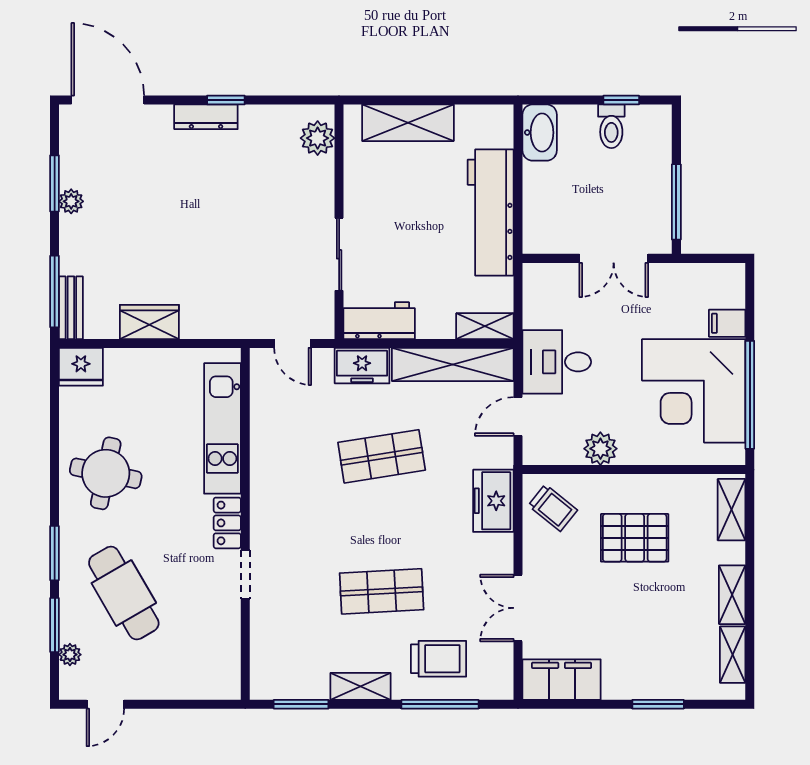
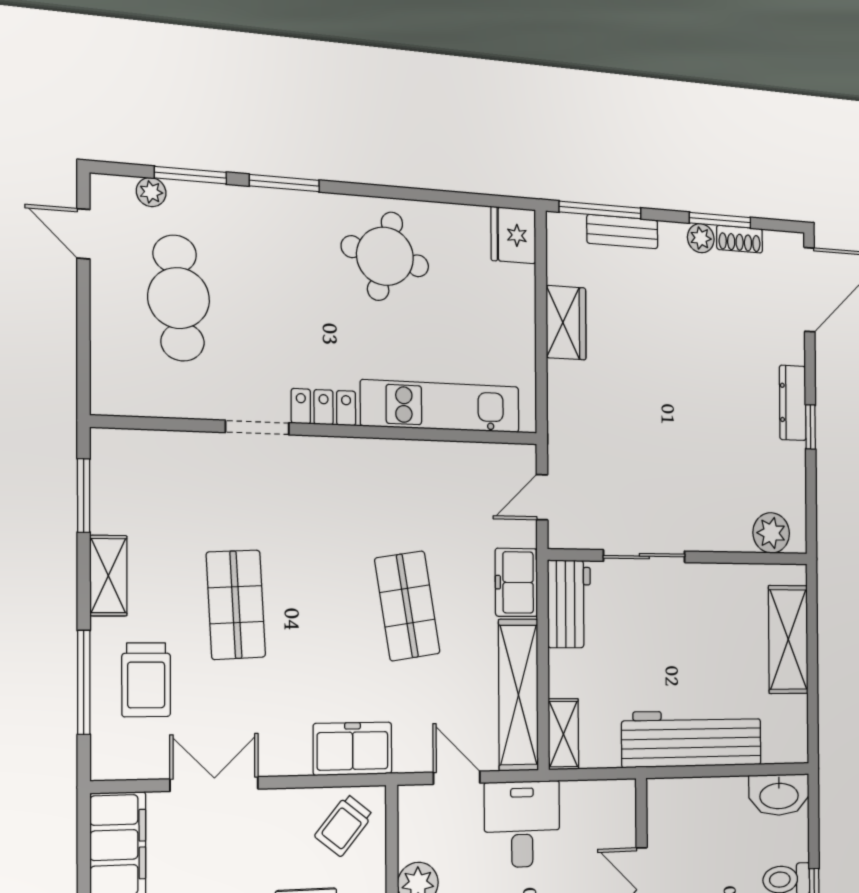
shoe rack: (69, 166) -> (740, 239), added
bench: (71, 308) -> (622, 232), moved
cafe table: (124, 593) -> (179, 298), moved, turned -65

